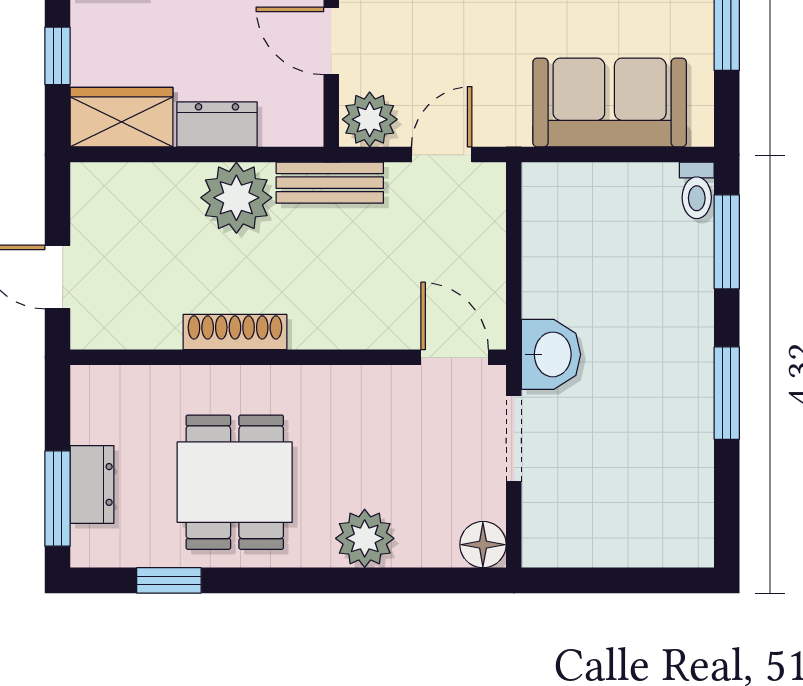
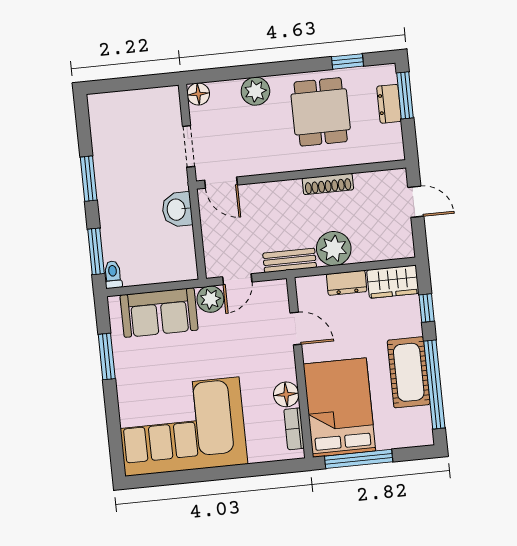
plant: (370, 119) -> (210, 299), moved
washbasin: (551, 354) -> (177, 209), moved

